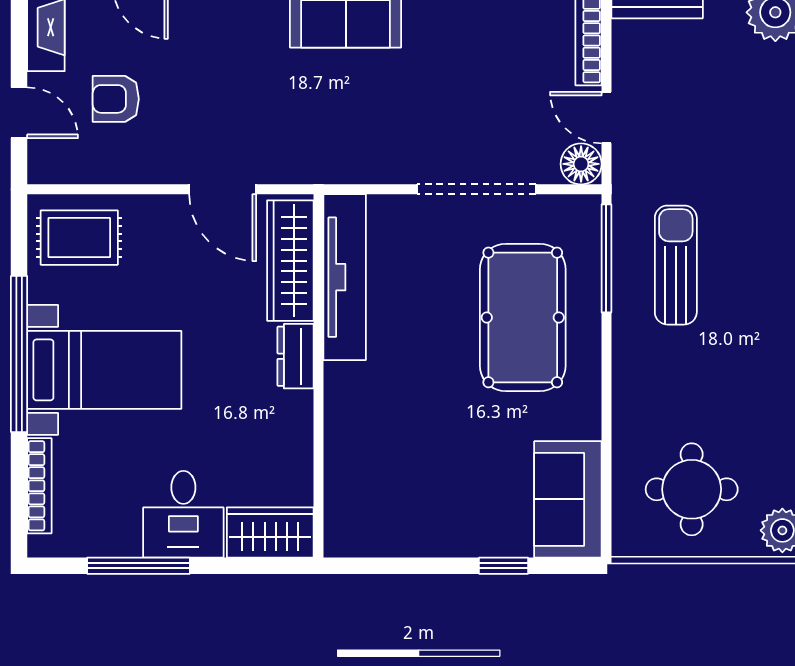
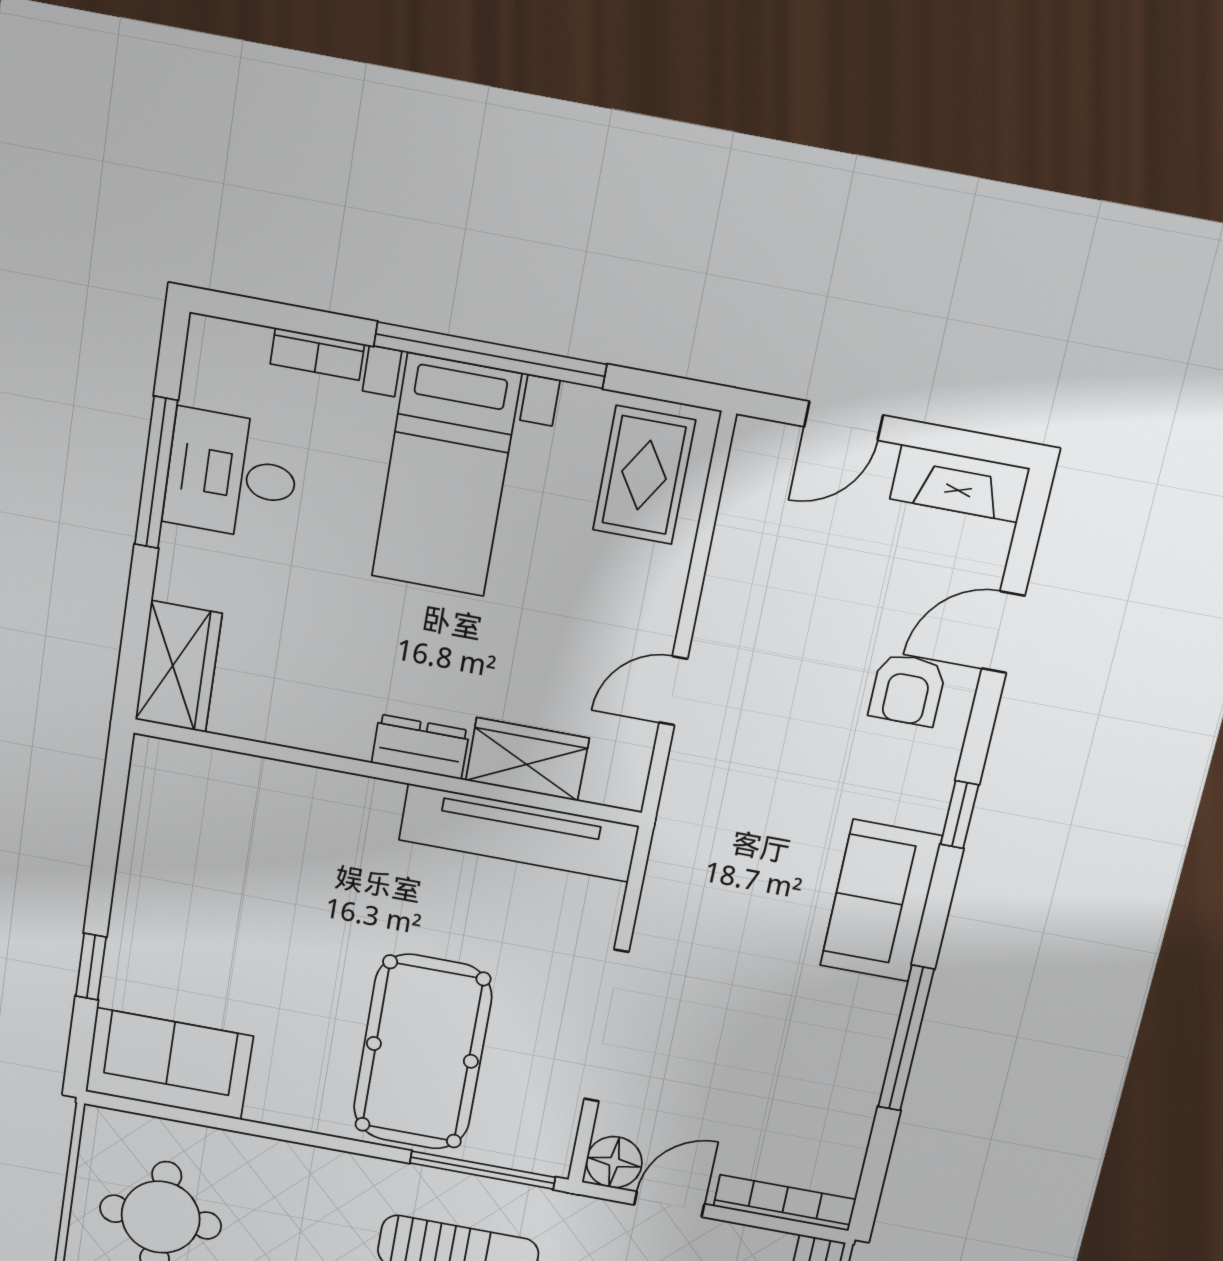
armchair: (116, 99) -> (907, 690), moved, turned 180
door: (223, 189) -> (673, 691), width x0.73
wardrobe: (290, 261) -> (527, 759), width x0.67
pool table: (523, 317) -> (422, 1052), turned 90
bookcase: (39, 486) -> (317, 354), width x0.64
desk: (183, 514) -> (232, 475), moved

